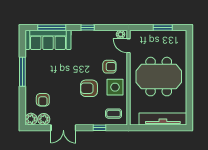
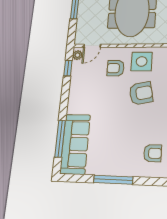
window: (88, 28) -> (68, 68), moved
armchair: (109, 67) -> (116, 68), turned -90
armchair: (89, 88) -> (141, 93), turned -101

